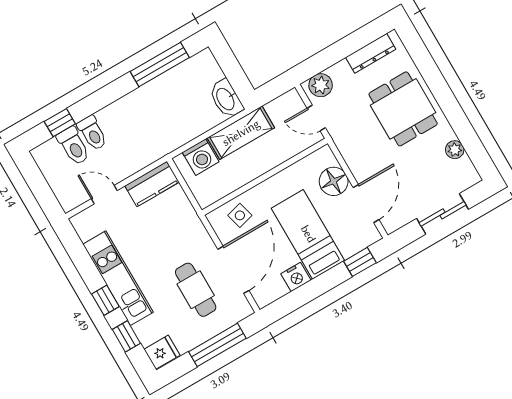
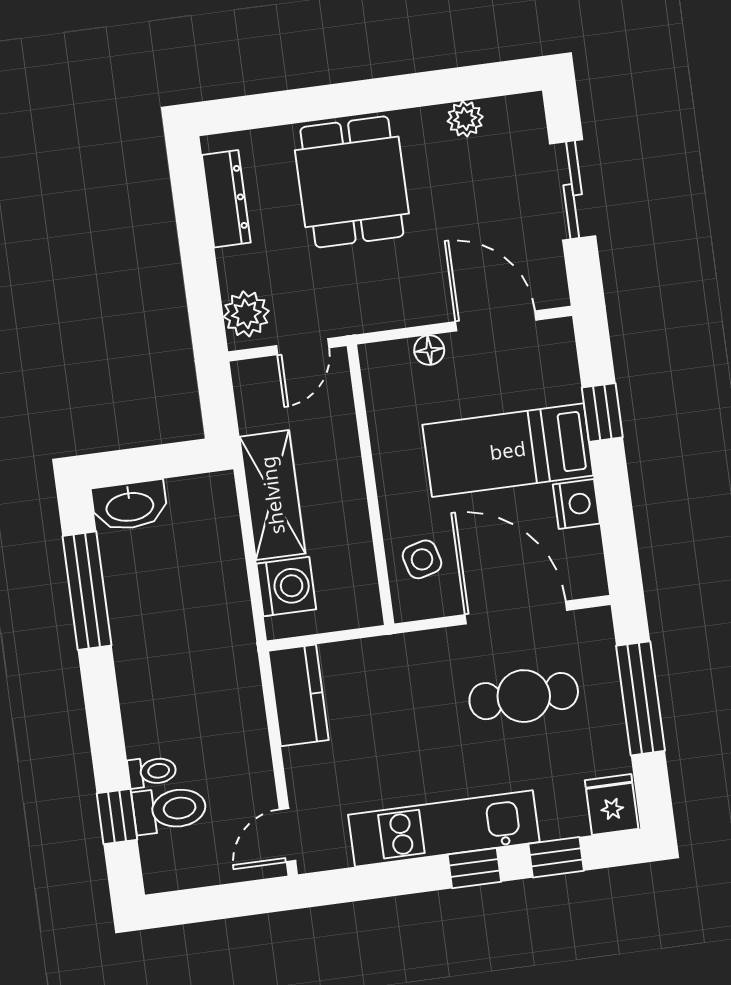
washbasin: (226, 99) -> (130, 506), moved
dining table: (403, 109) -> (352, 182), turned 90
toilet: (92, 133) -> (152, 772), width x0.73, depth x0.72
floor lamp: (334, 181) -> (429, 350), width x0.53, depth x0.53
door: (104, 195) -> (287, 835), moved
window: (360, 262) -> (602, 412), moved

